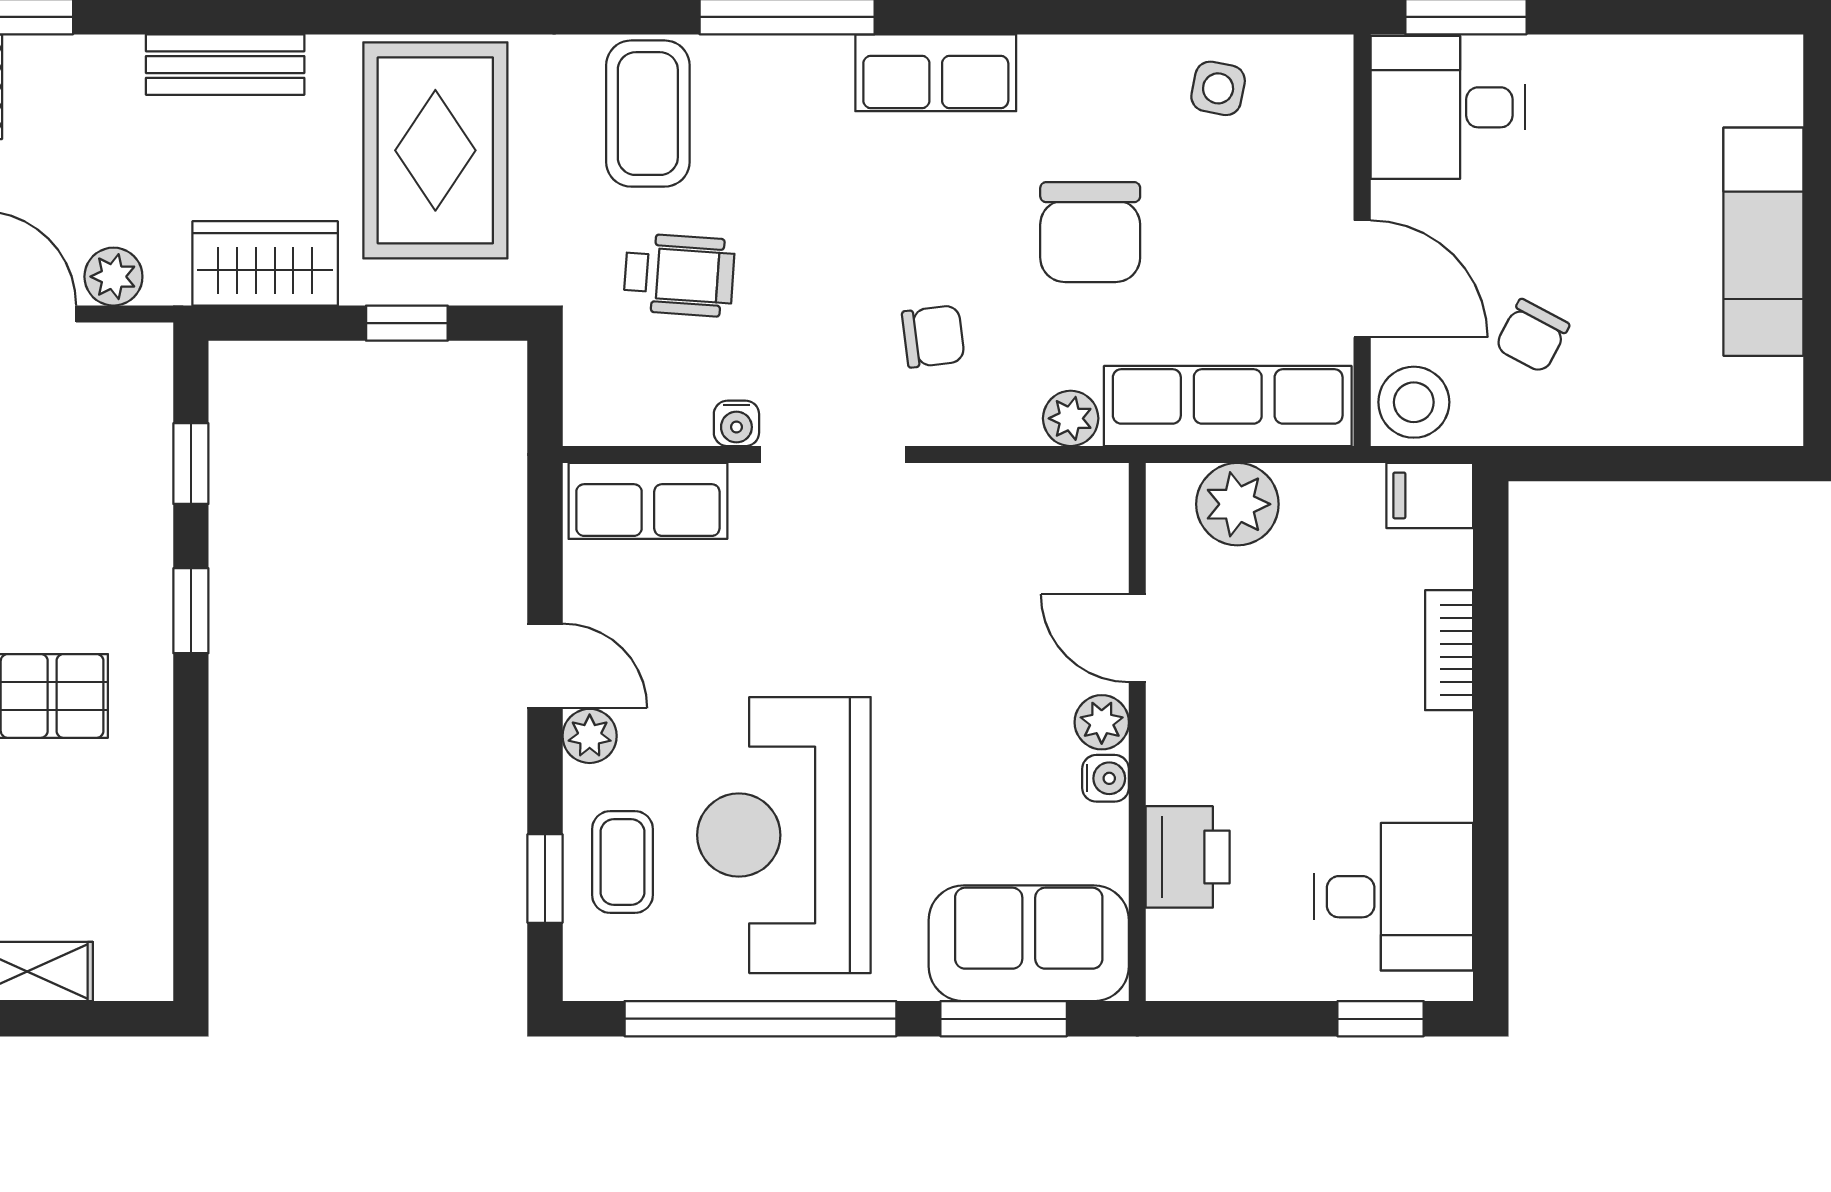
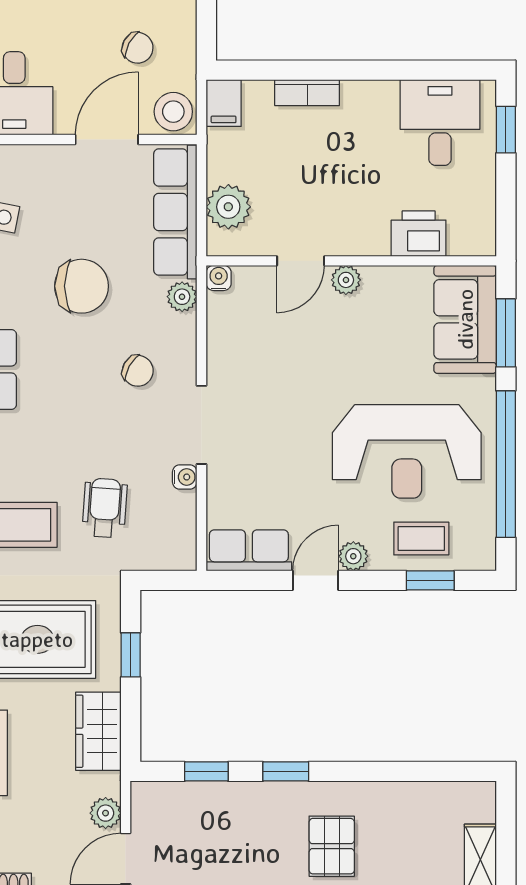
chair: (933, 336) -> (138, 371), turned 126
row of seats: (648, 501) -> (249, 550), moved, turned -90
water cooler: (1106, 778) -> (219, 278), moved

